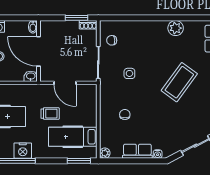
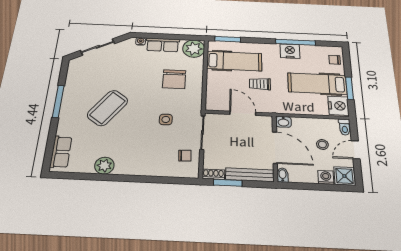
bench: (59, 26) -> (249, 175), added
chair: (125, 114) -> (174, 79), width x1.87, depth x1.87
plant: (105, 153) -> (194, 49), width x1.88, depth x1.88

